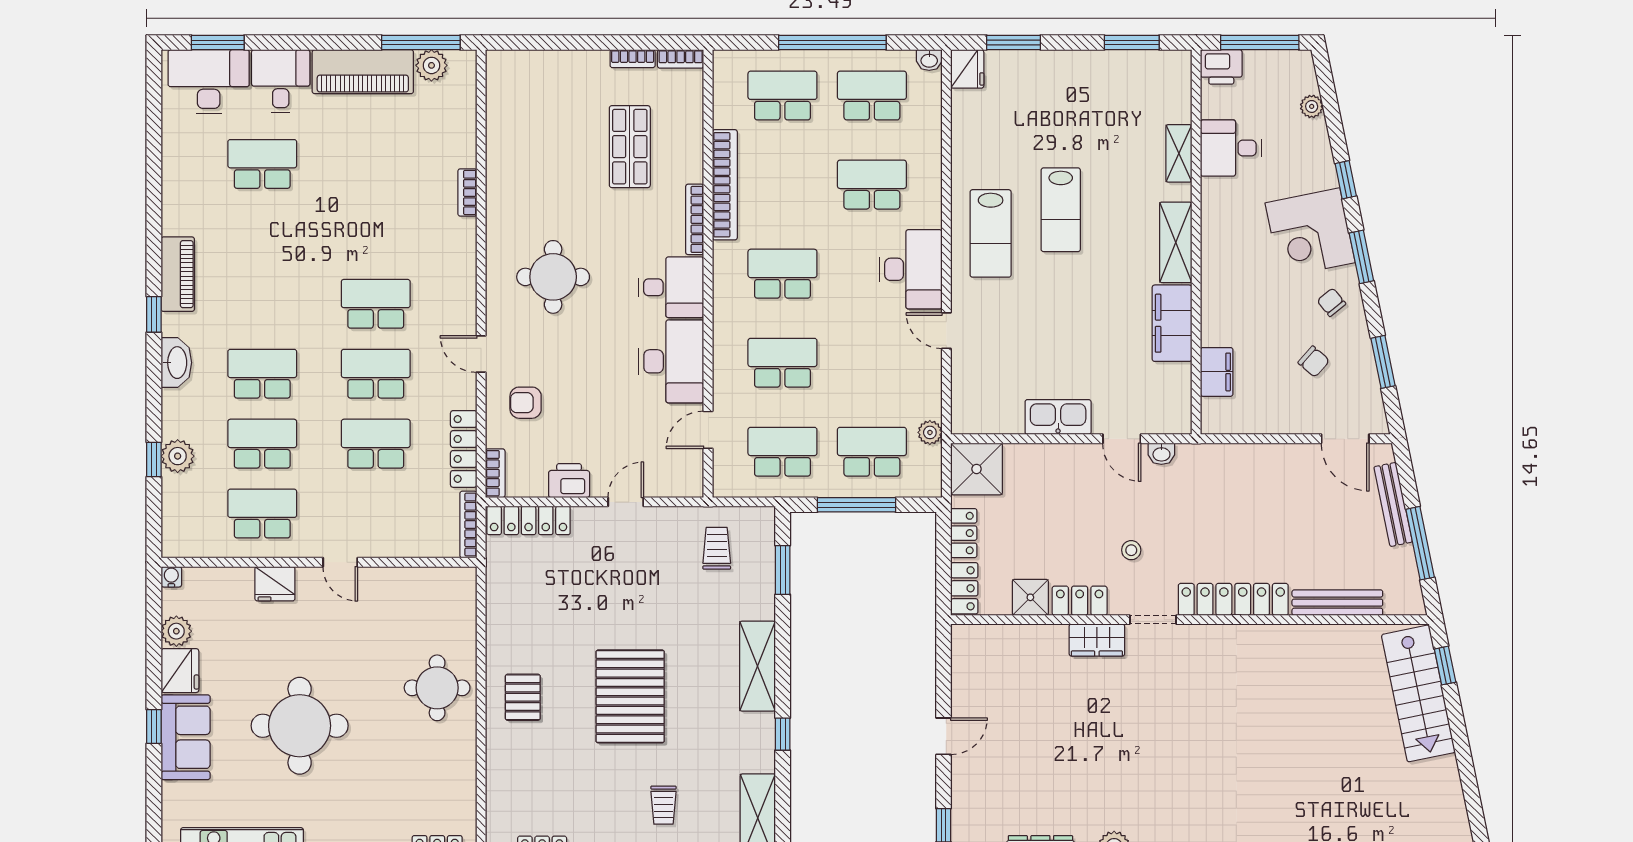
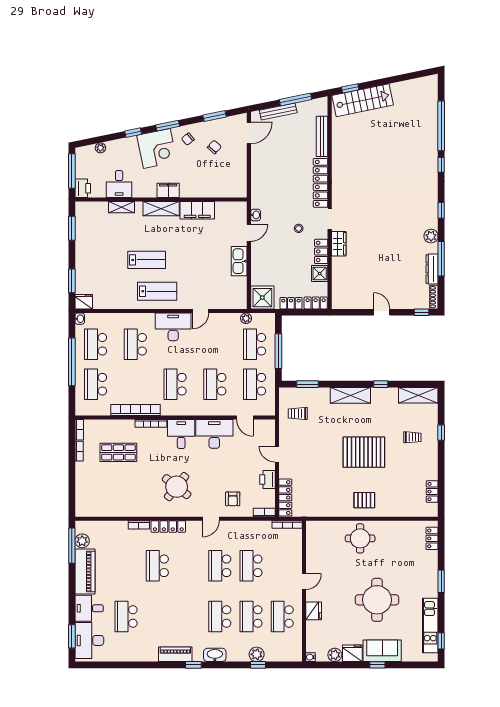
round table: (553, 277) -> (177, 487), turned 38
school desk: (376, 304) -> (157, 566), moved
filing cabinet: (1217, 372) -> (168, 190), moved
locker: (464, 449) -> (168, 527), moved

